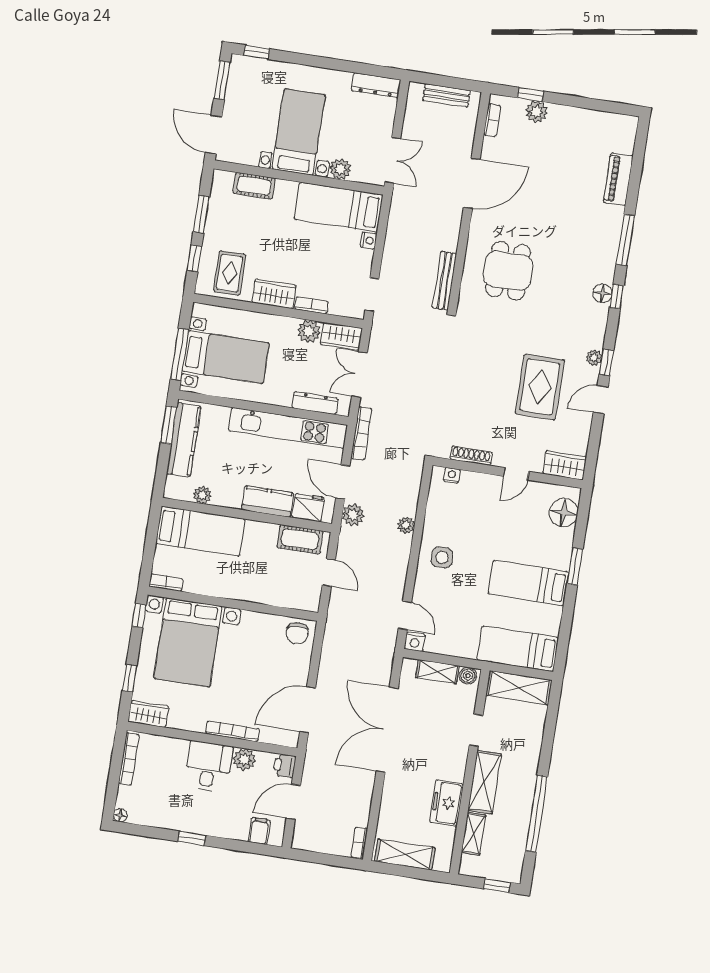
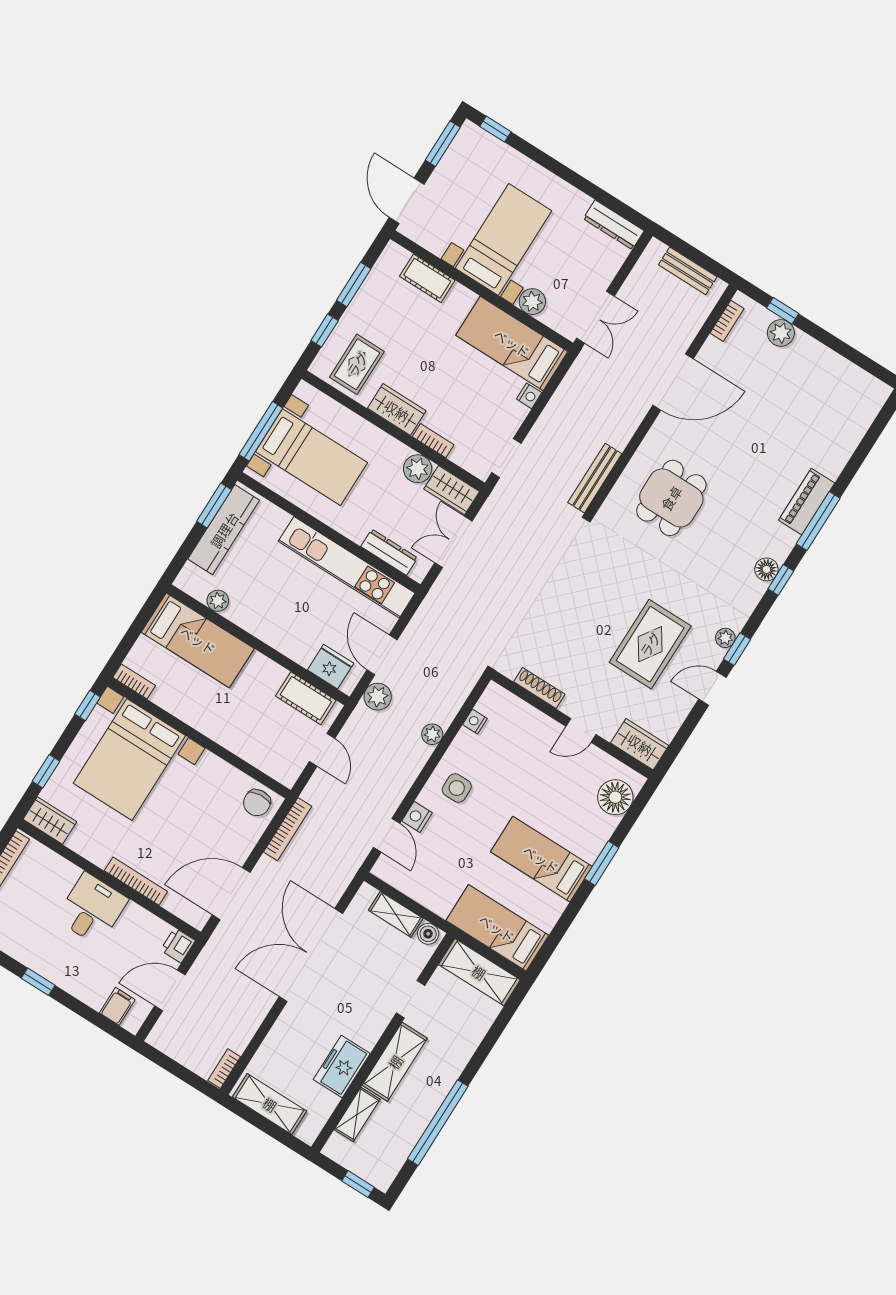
piano: (618, 179) -> (807, 502), moved
bookcase: (361, 433) -> (288, 829), moved
nightstand: (452, 475) -> (475, 722), moved, turned -90
kitchen counter: (268, 501) -> (288, 640), removed
nightstand: (415, 642) -> (417, 817), moved, turned 90
plant: (244, 760) -> (136, 919), removed

